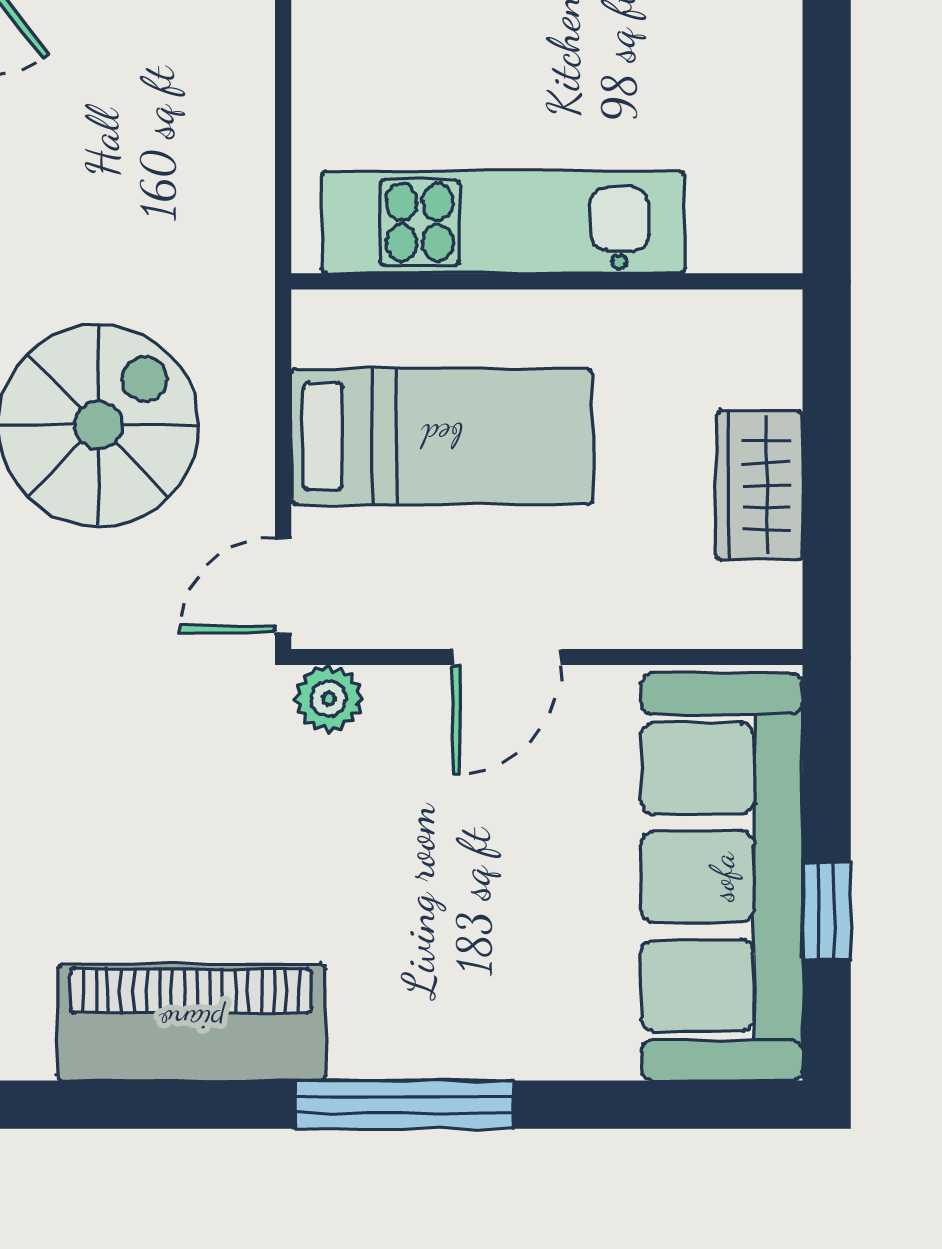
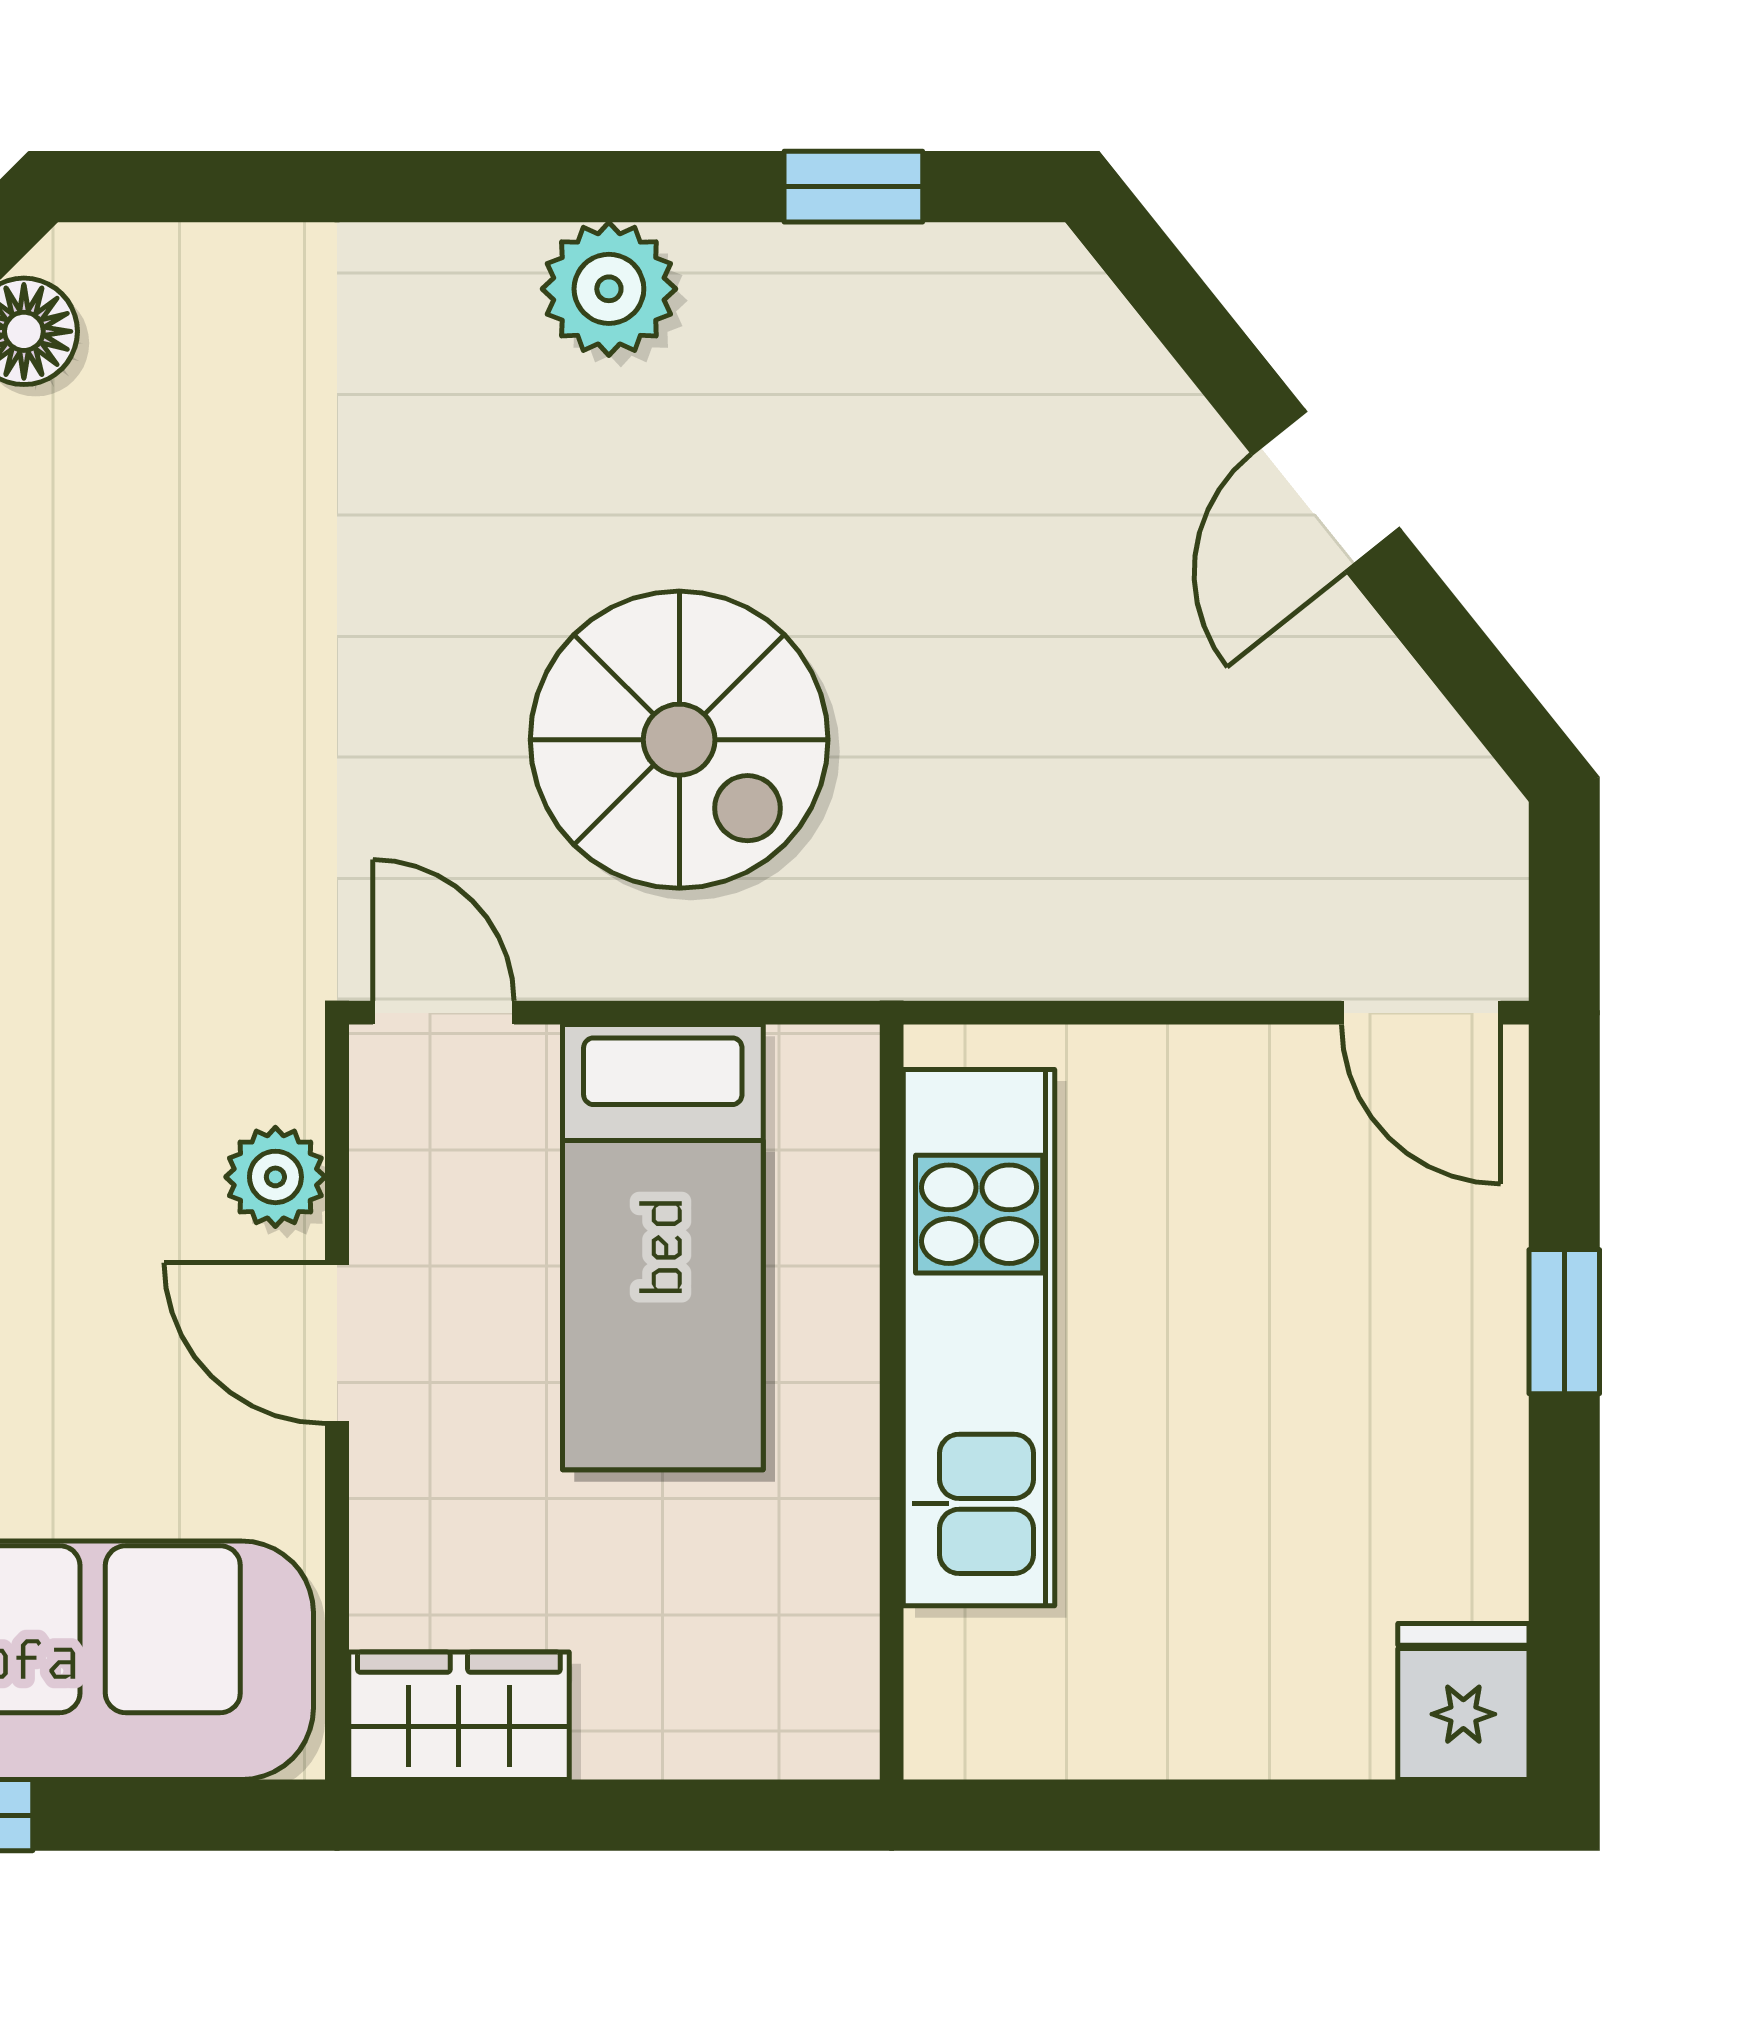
wardrobe: (759, 485) -> (459, 1716), moved
plant: (329, 699) -> (275, 1177), moved

